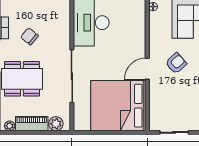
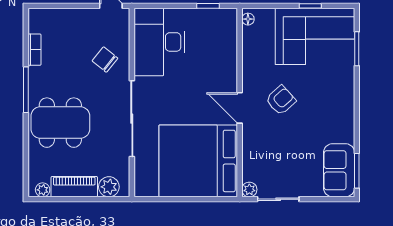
chair: (29, 36) -> (105, 60), moved
door: (147, 69) -> (240, 108), hinge flipped
plant: (154, 126) -> (249, 190), added

